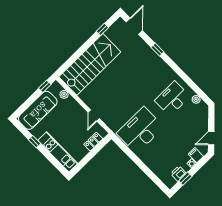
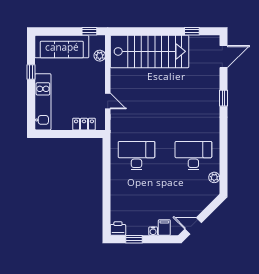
door: (94, 115) -> (108, 101), swing flipped
desk: (140, 130) -> (137, 156), width x0.73, depth x0.77
printer: (178, 174) -> (118, 228), moved

